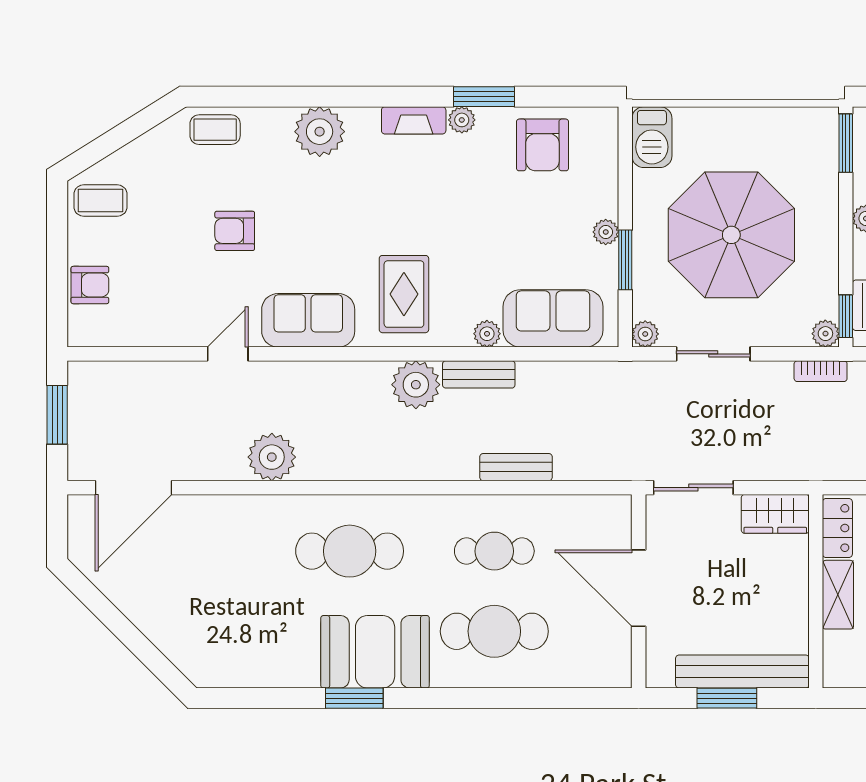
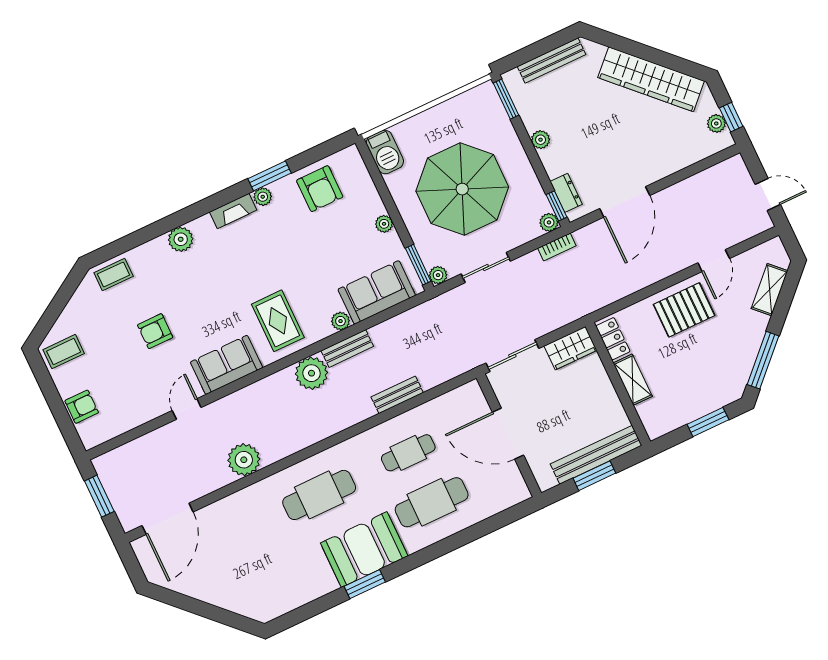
plant: (320, 132) -> (181, 239), width x0.73, depth x0.73
window: (625, 260) -> (418, 265), moved

